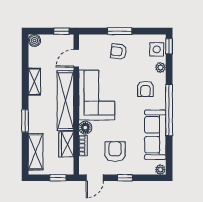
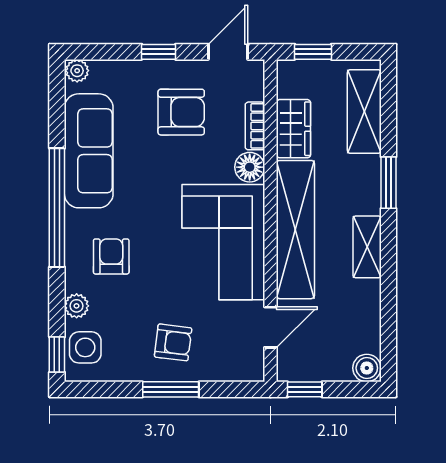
shelving: (34, 82) -> (367, 247), moved
armchair: (115, 152) -> (181, 112), turned -90

